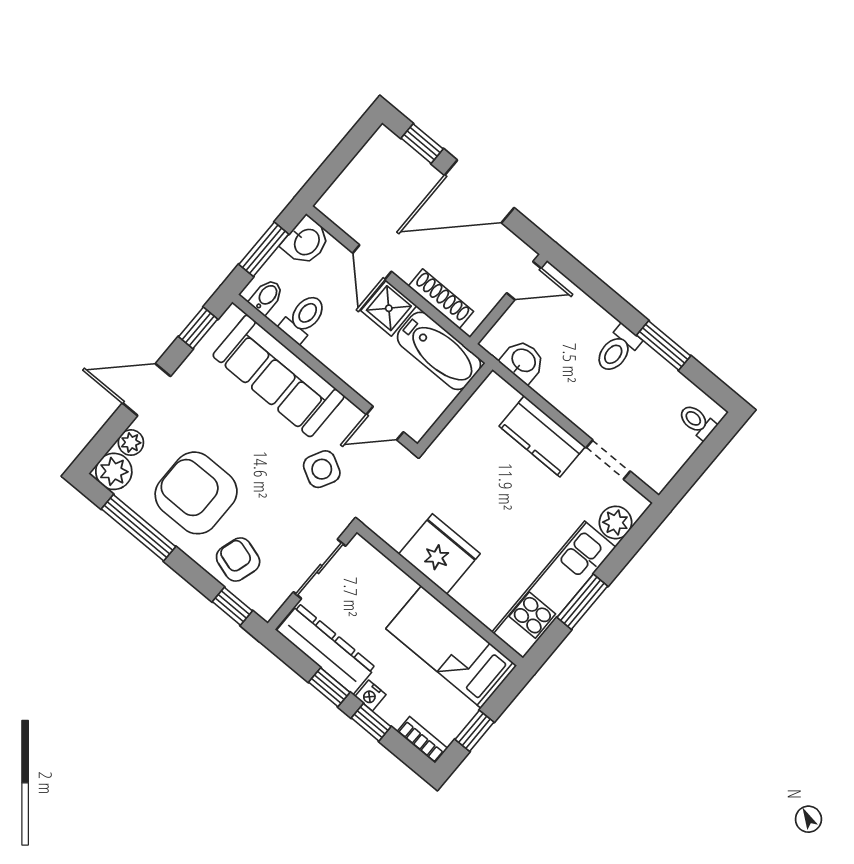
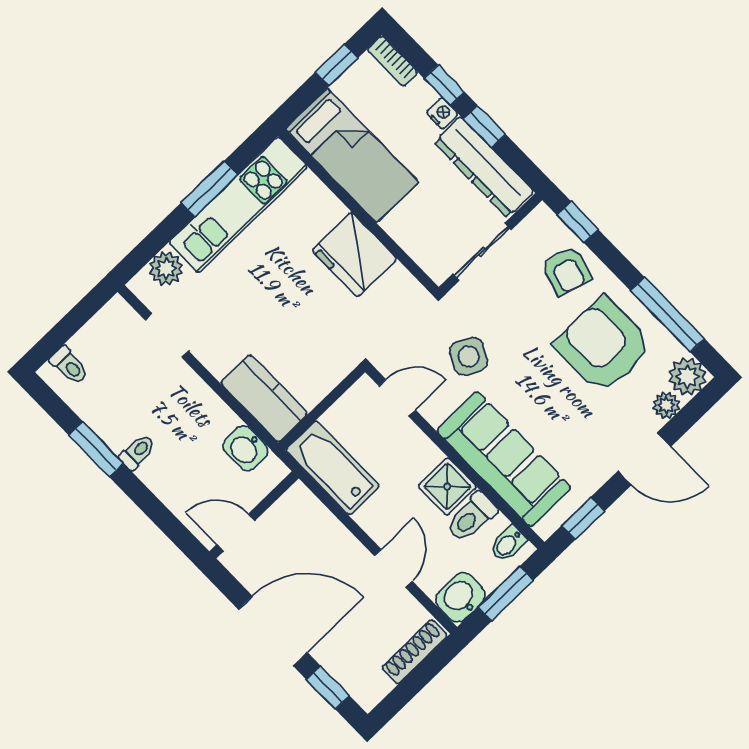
shoe rack: (441, 299) -> (415, 652), moved, turned 90
shower: (389, 308) -> (447, 487), moved
toilet: (617, 349) -> (137, 452), width x0.73, depth x0.72
kitchen counter: (542, 436) -> (264, 398), moved
armchair: (196, 493) -> (603, 345), turned 180

